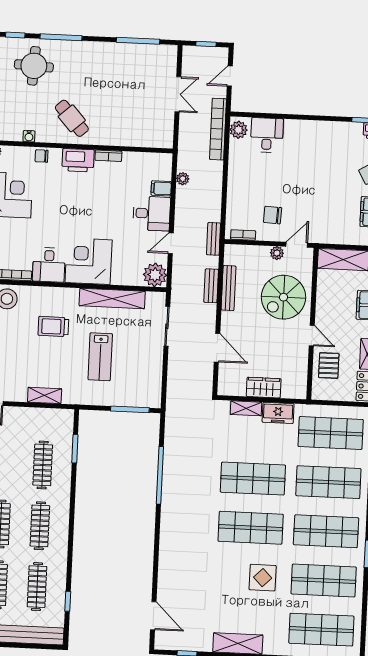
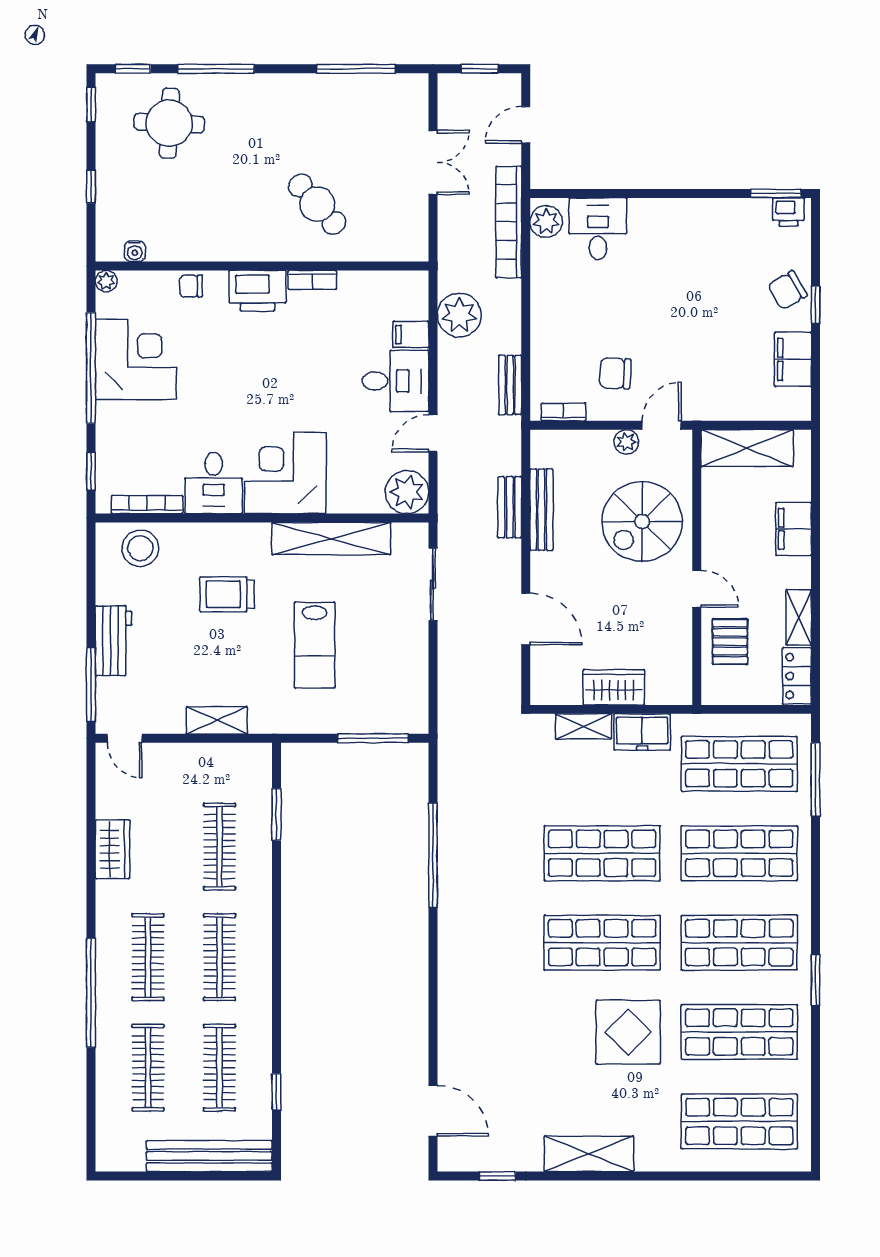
cafe table: (72, 118) -> (317, 204), moved
water cooler: (29, 136) -> (135, 251), moved
plant: (183, 179) -> (459, 315), width x1.87, depth x1.87
bench: (214, 239) -> (510, 385), moved
display table: (263, 578) -> (628, 1032), width x1.36, depth x1.36

